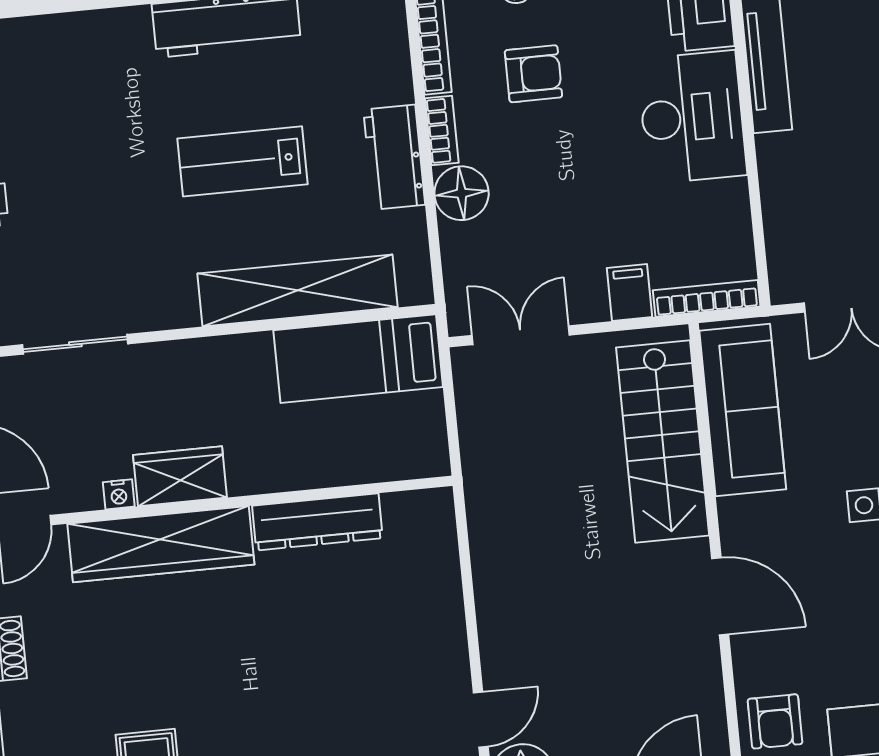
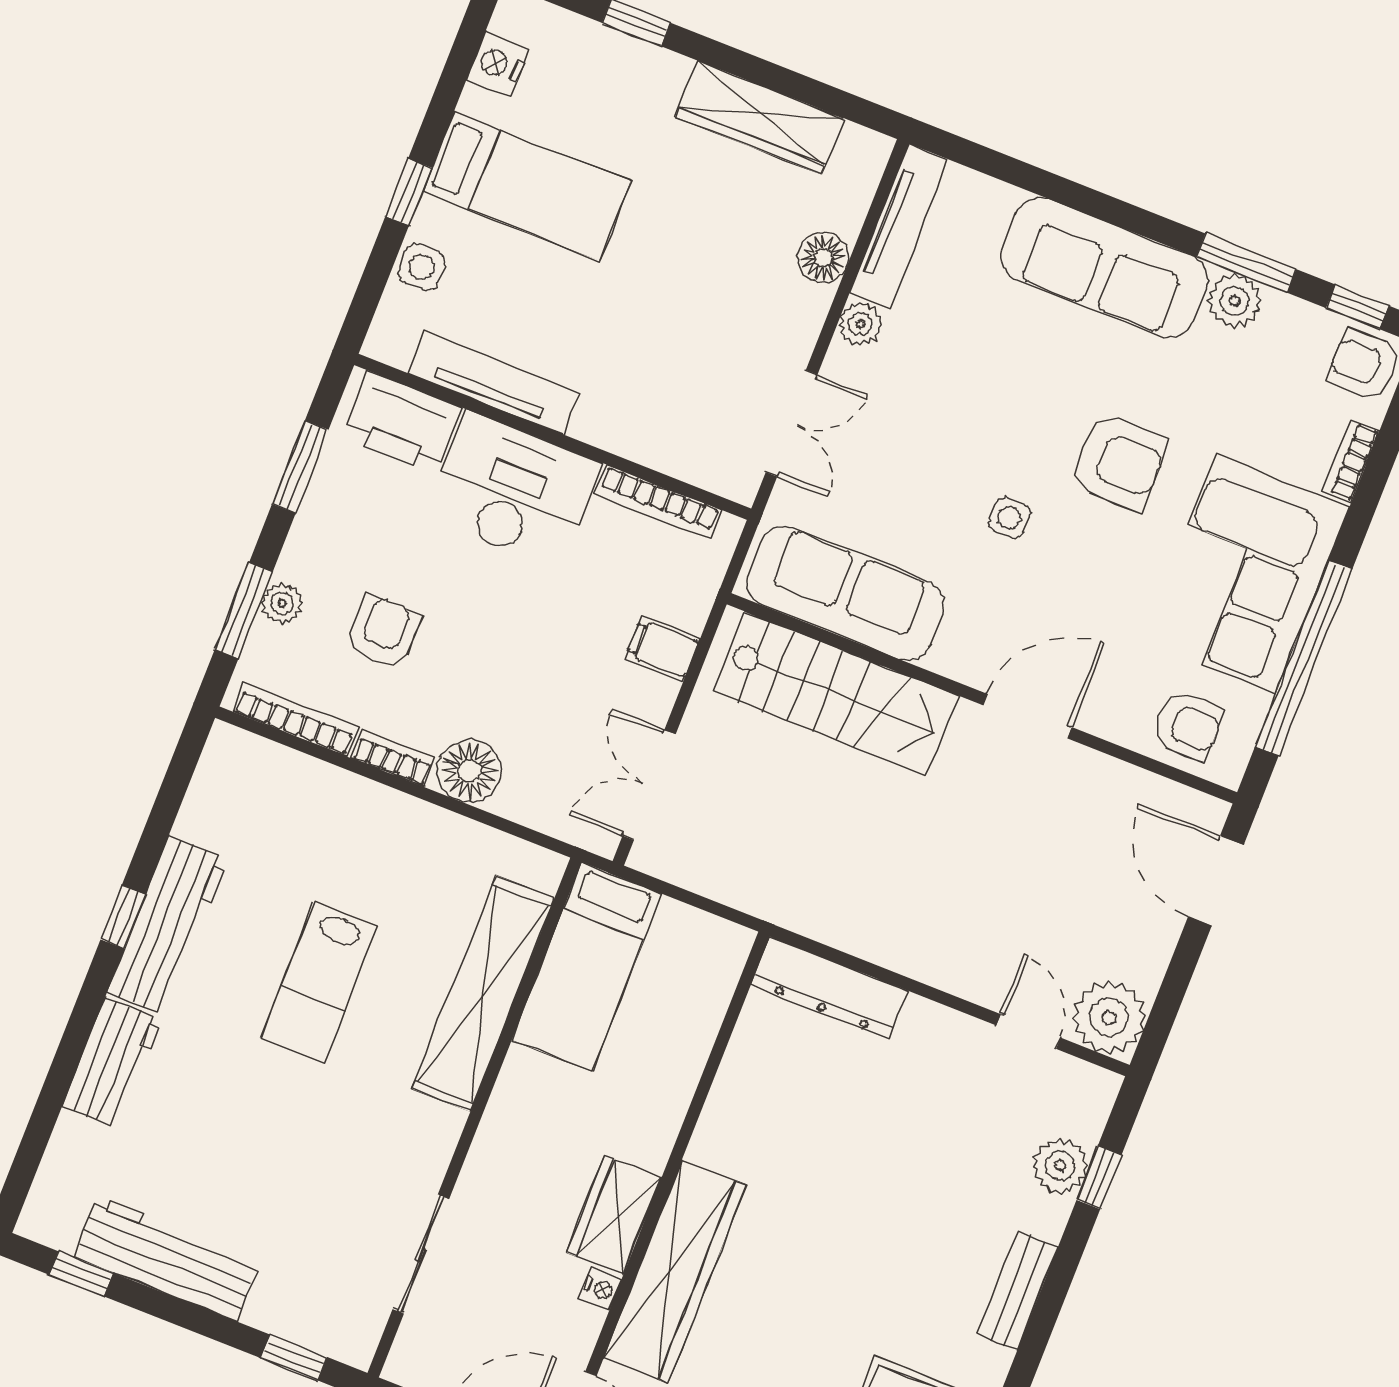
workbench: (394, 157) -> (112, 1063), moved, turned -90
bookcase: (707, 298) -> (658, 502), moved, turned -90
dresser: (317, 522) -> (829, 988), moved, turned 90

